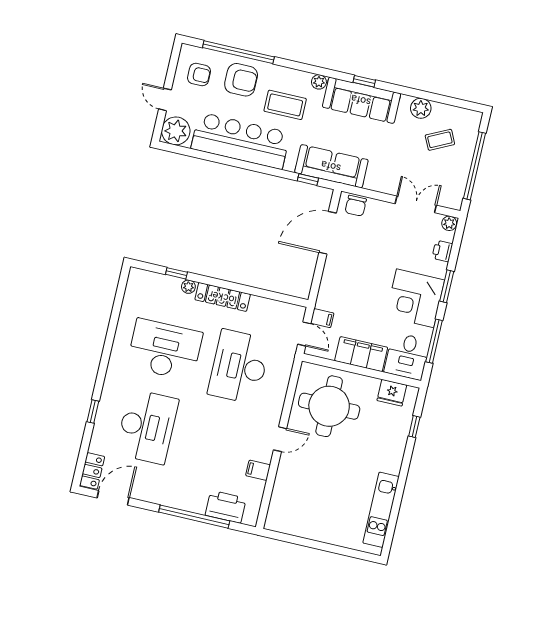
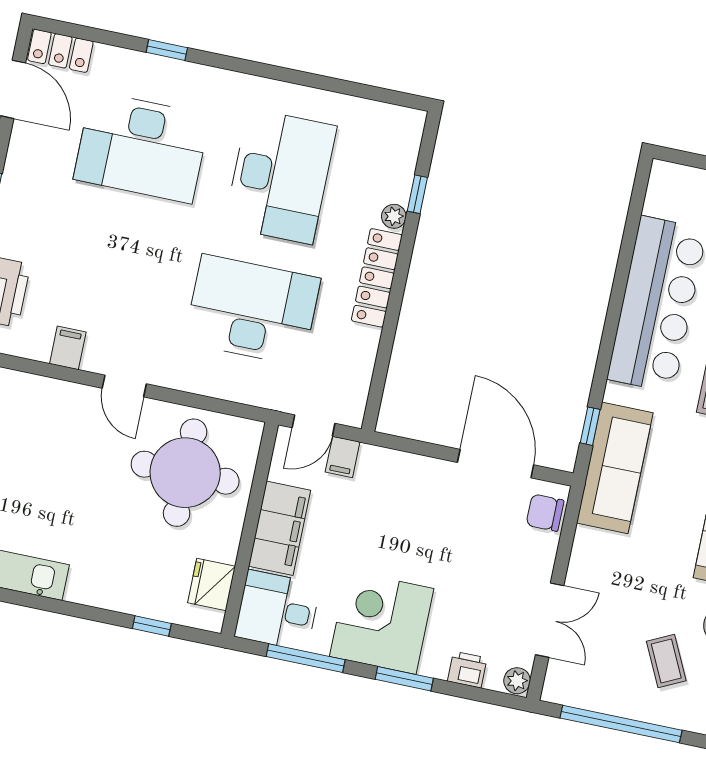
plant: (176, 131) -> (672, 188), removed

